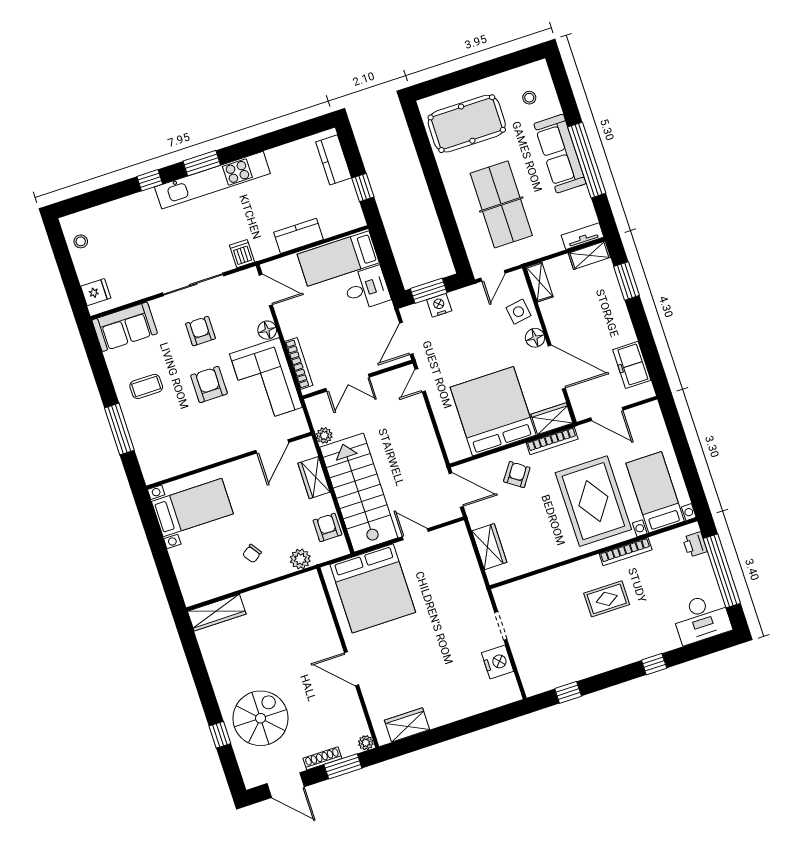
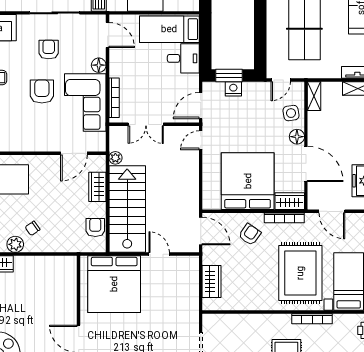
plant: (300, 559) -> (15, 244), moved

